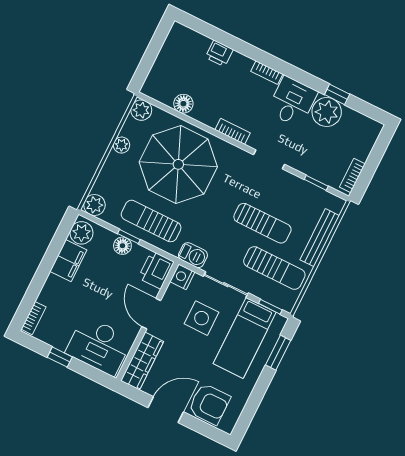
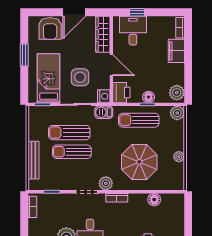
plant: (141, 110) -> (106, 183), moved
parasol: (178, 164) -> (139, 162), width x0.73, depth x0.73
sun lounger: (151, 221) -> (139, 120), turned 180
filing cabinet: (68, 261) -> (176, 51), moved
sun lounger: (274, 268) -> (69, 133), moved
desk: (99, 346) -> (133, 31), width x0.73
window: (278, 353) -> (24, 55), moved
window: (60, 357) -> (137, 12), moved
armchair: (209, 404) -> (50, 28), turned -90

